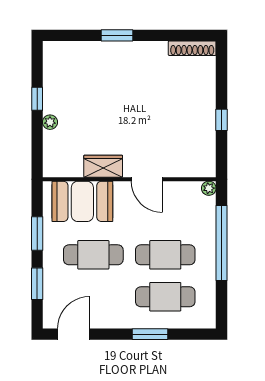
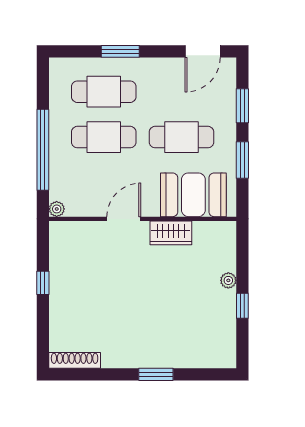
door: (147, 179) -> (124, 219), hinge flipped

